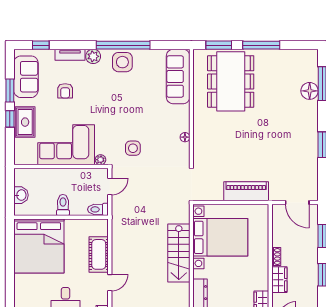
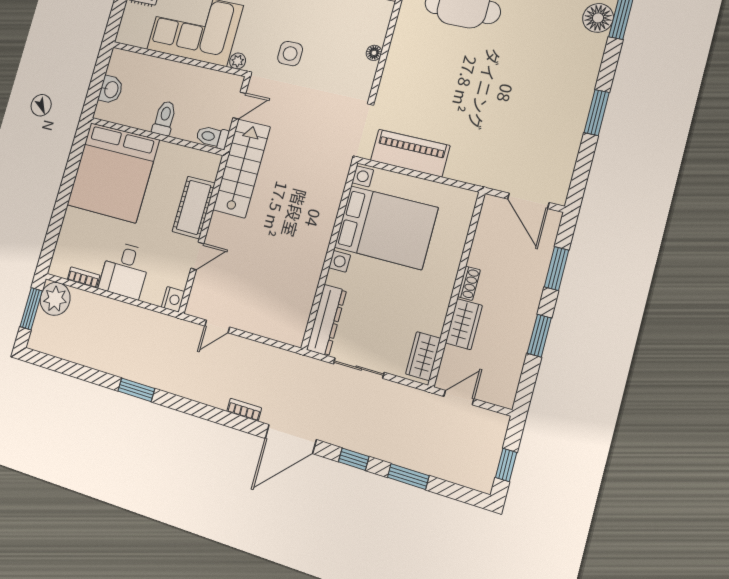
piano: (246, 191) -> (410, 153), moved
stairs: (179, 253) -> (242, 168), moved, turned 180

